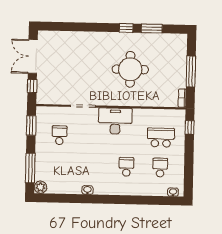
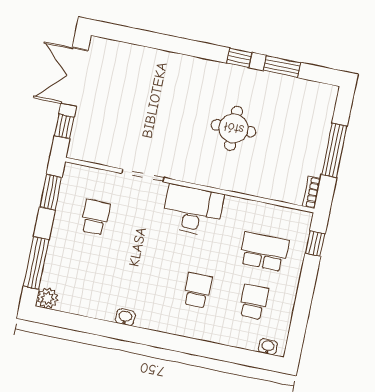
round table: (130, 69) -> (234, 128), width x0.73, depth x0.73

